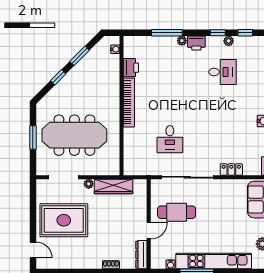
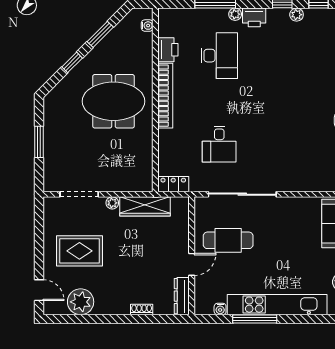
desk: (223, 72) -> (219, 56), moved, width x1.37
meeting table: (74, 135) -> (113, 101), moved, width x0.73
locker: (231, 170) -> (173, 184), moved
rug: (64, 220) -> (79, 251), width x0.73, depth x0.69
plant: (65, 259) -> (81, 302), added

